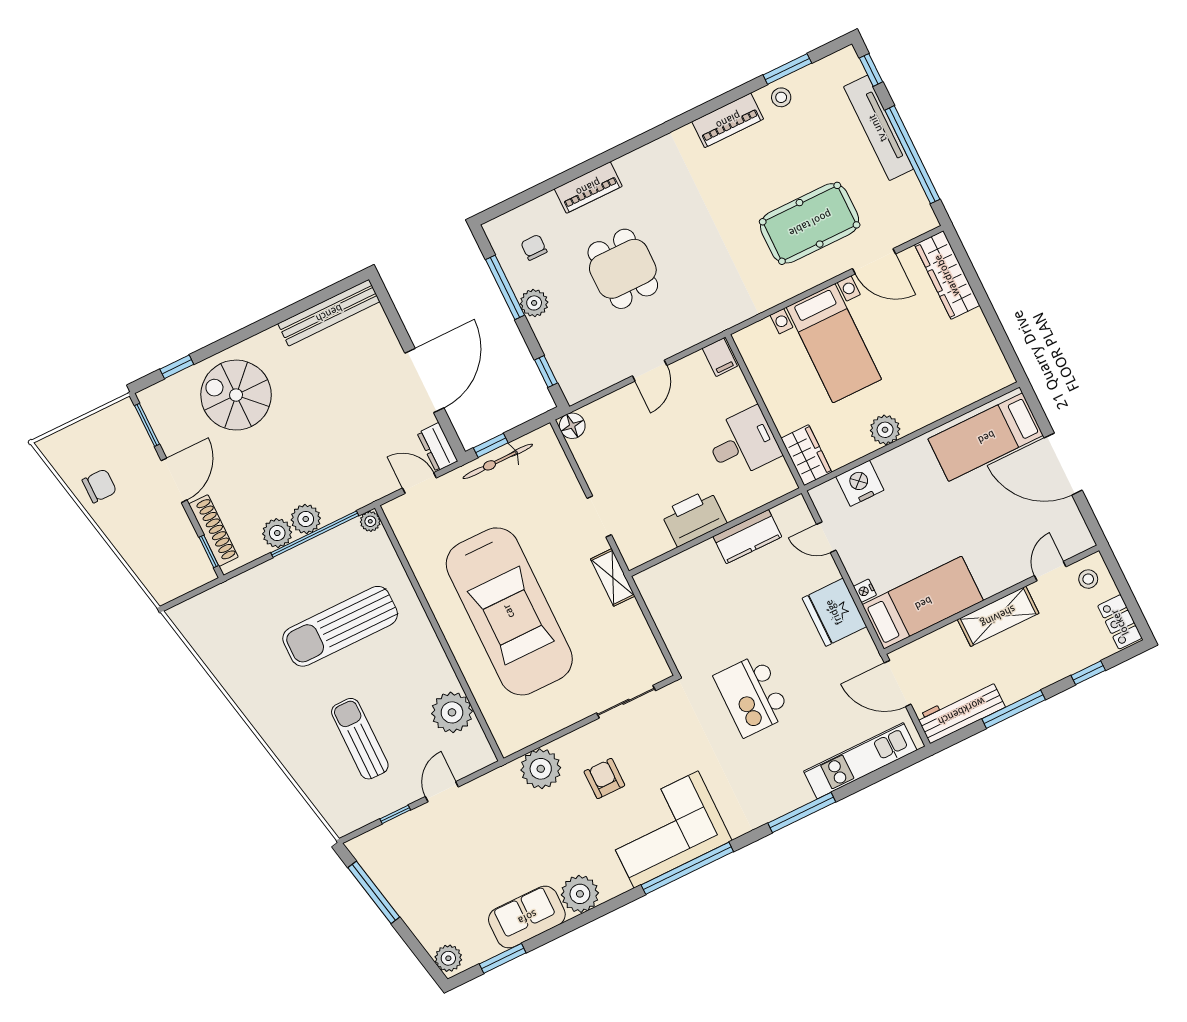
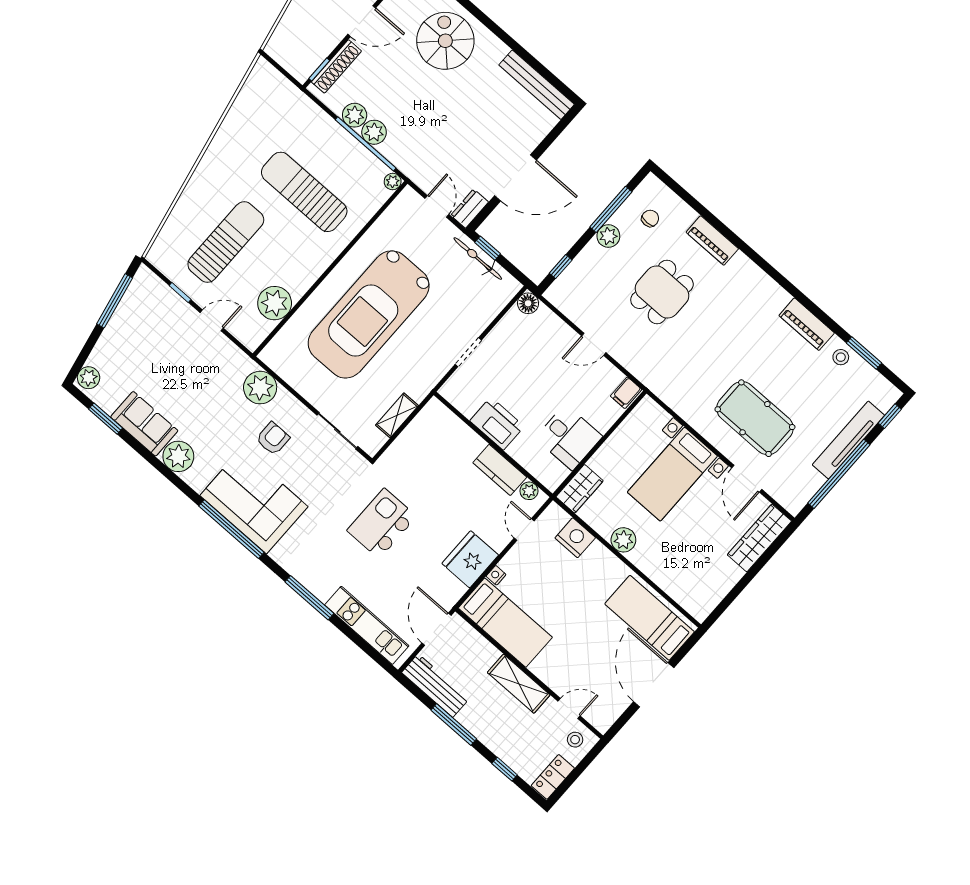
plant: (785, 513) -> (529, 491), added
shelving: (613, 577) -> (397, 415), moved
sun lounger: (360, 739) -> (226, 242), width x1.36, depth x1.34

